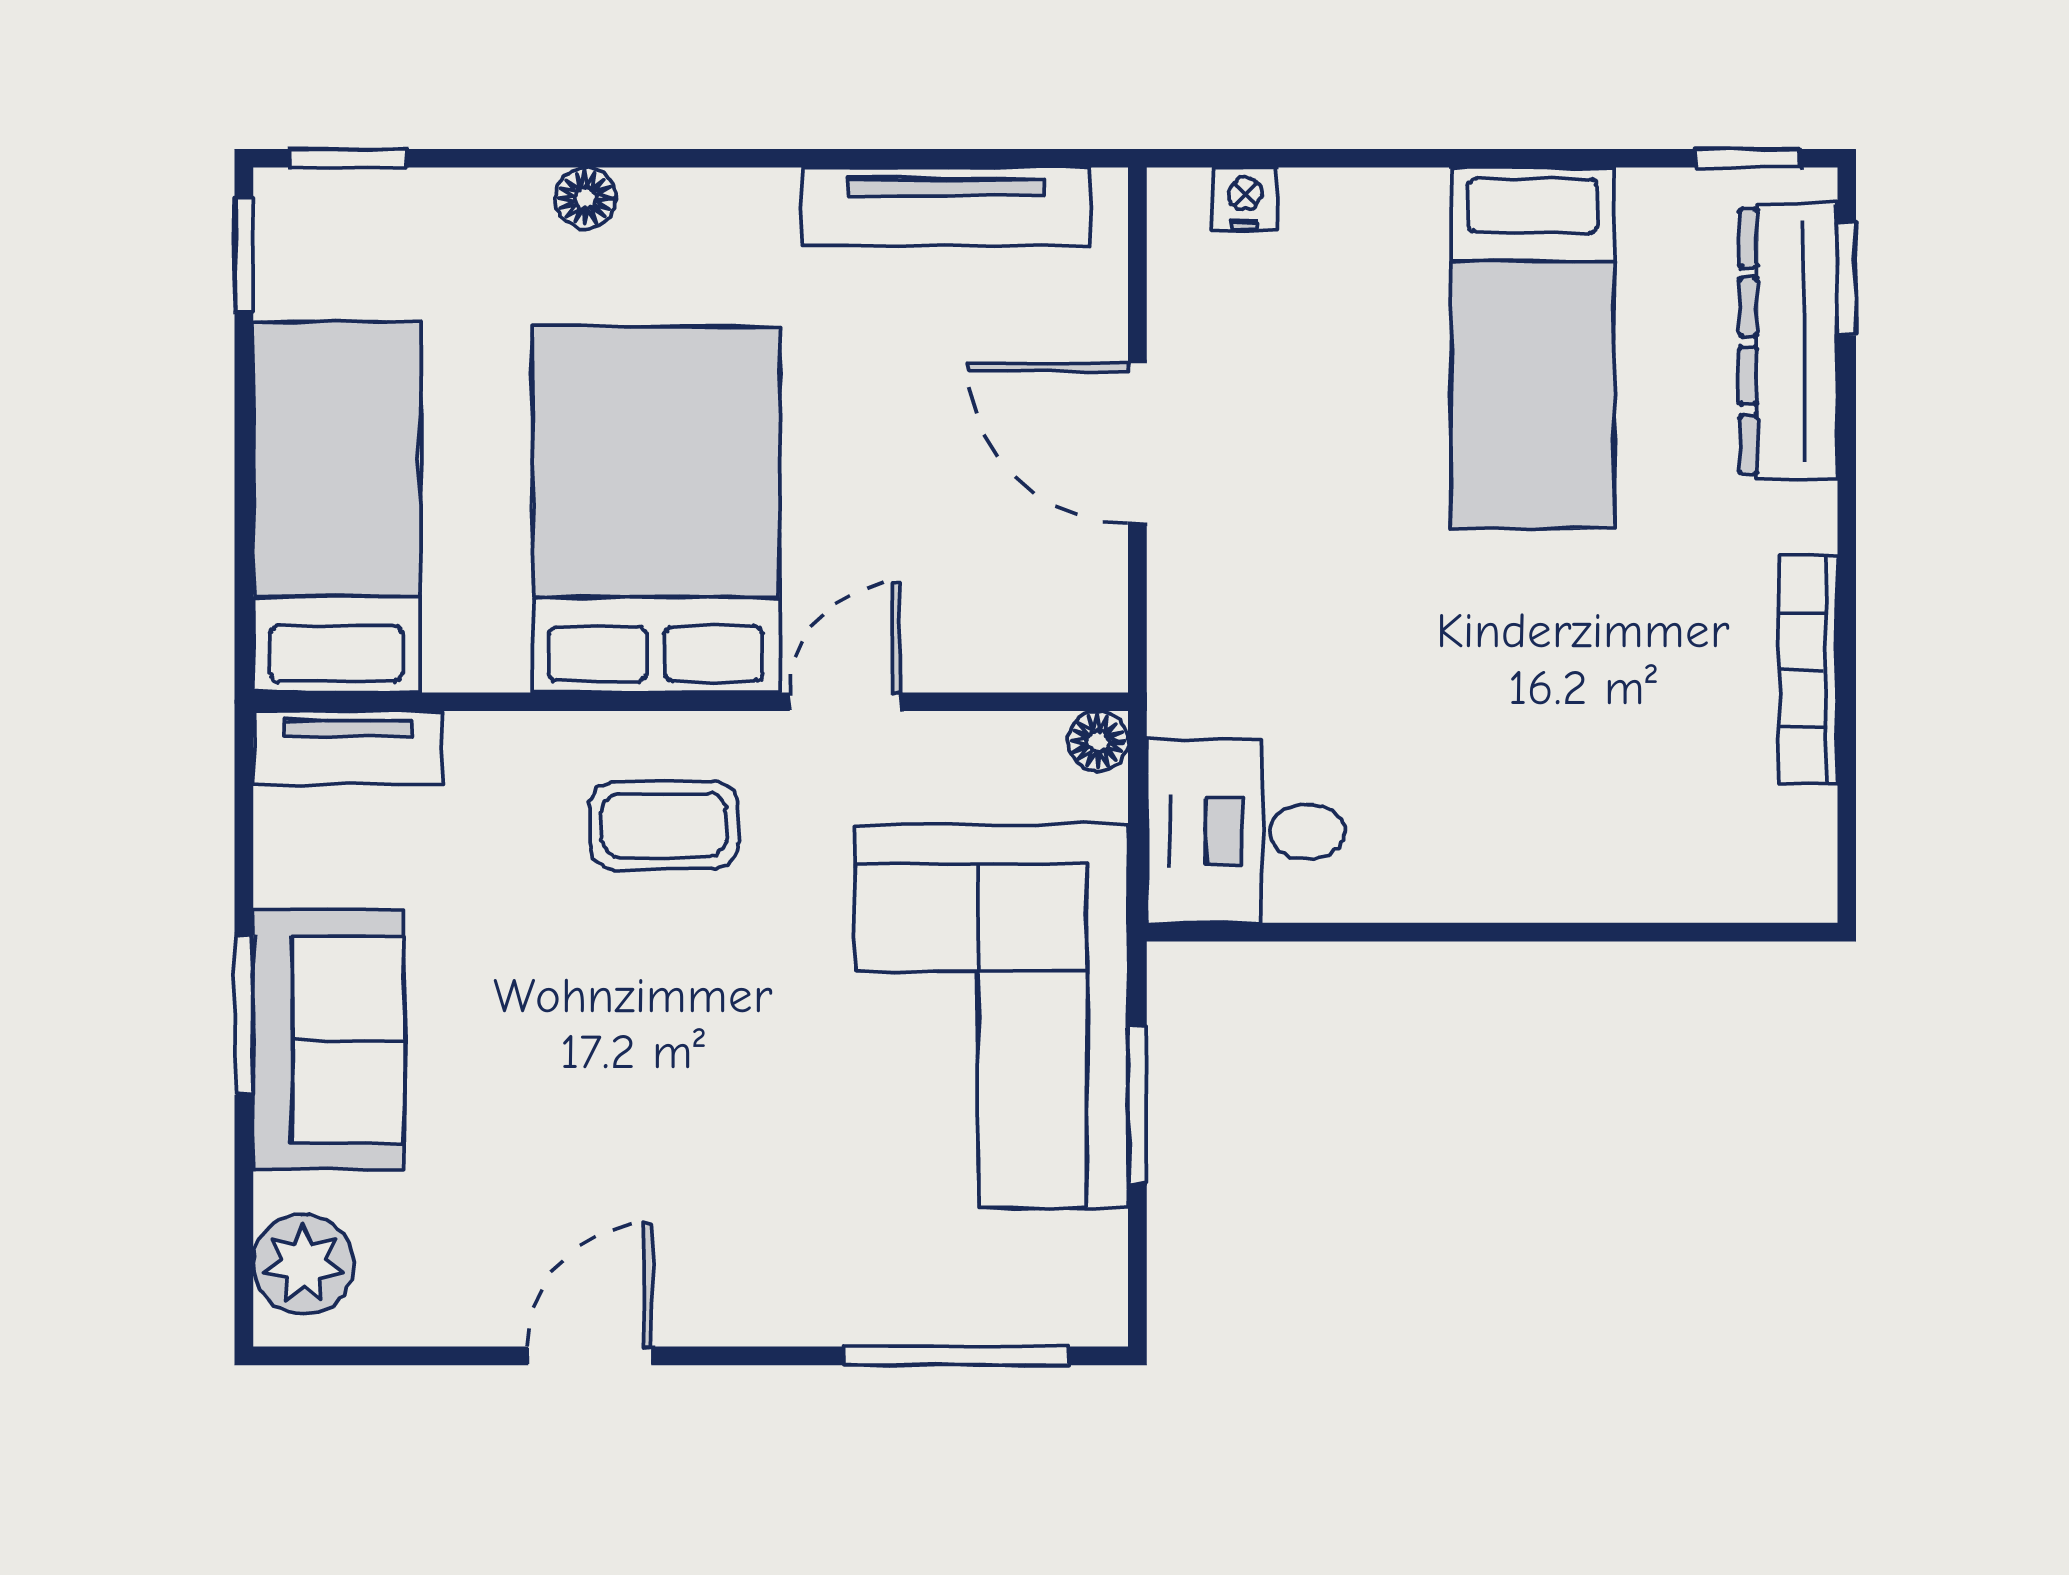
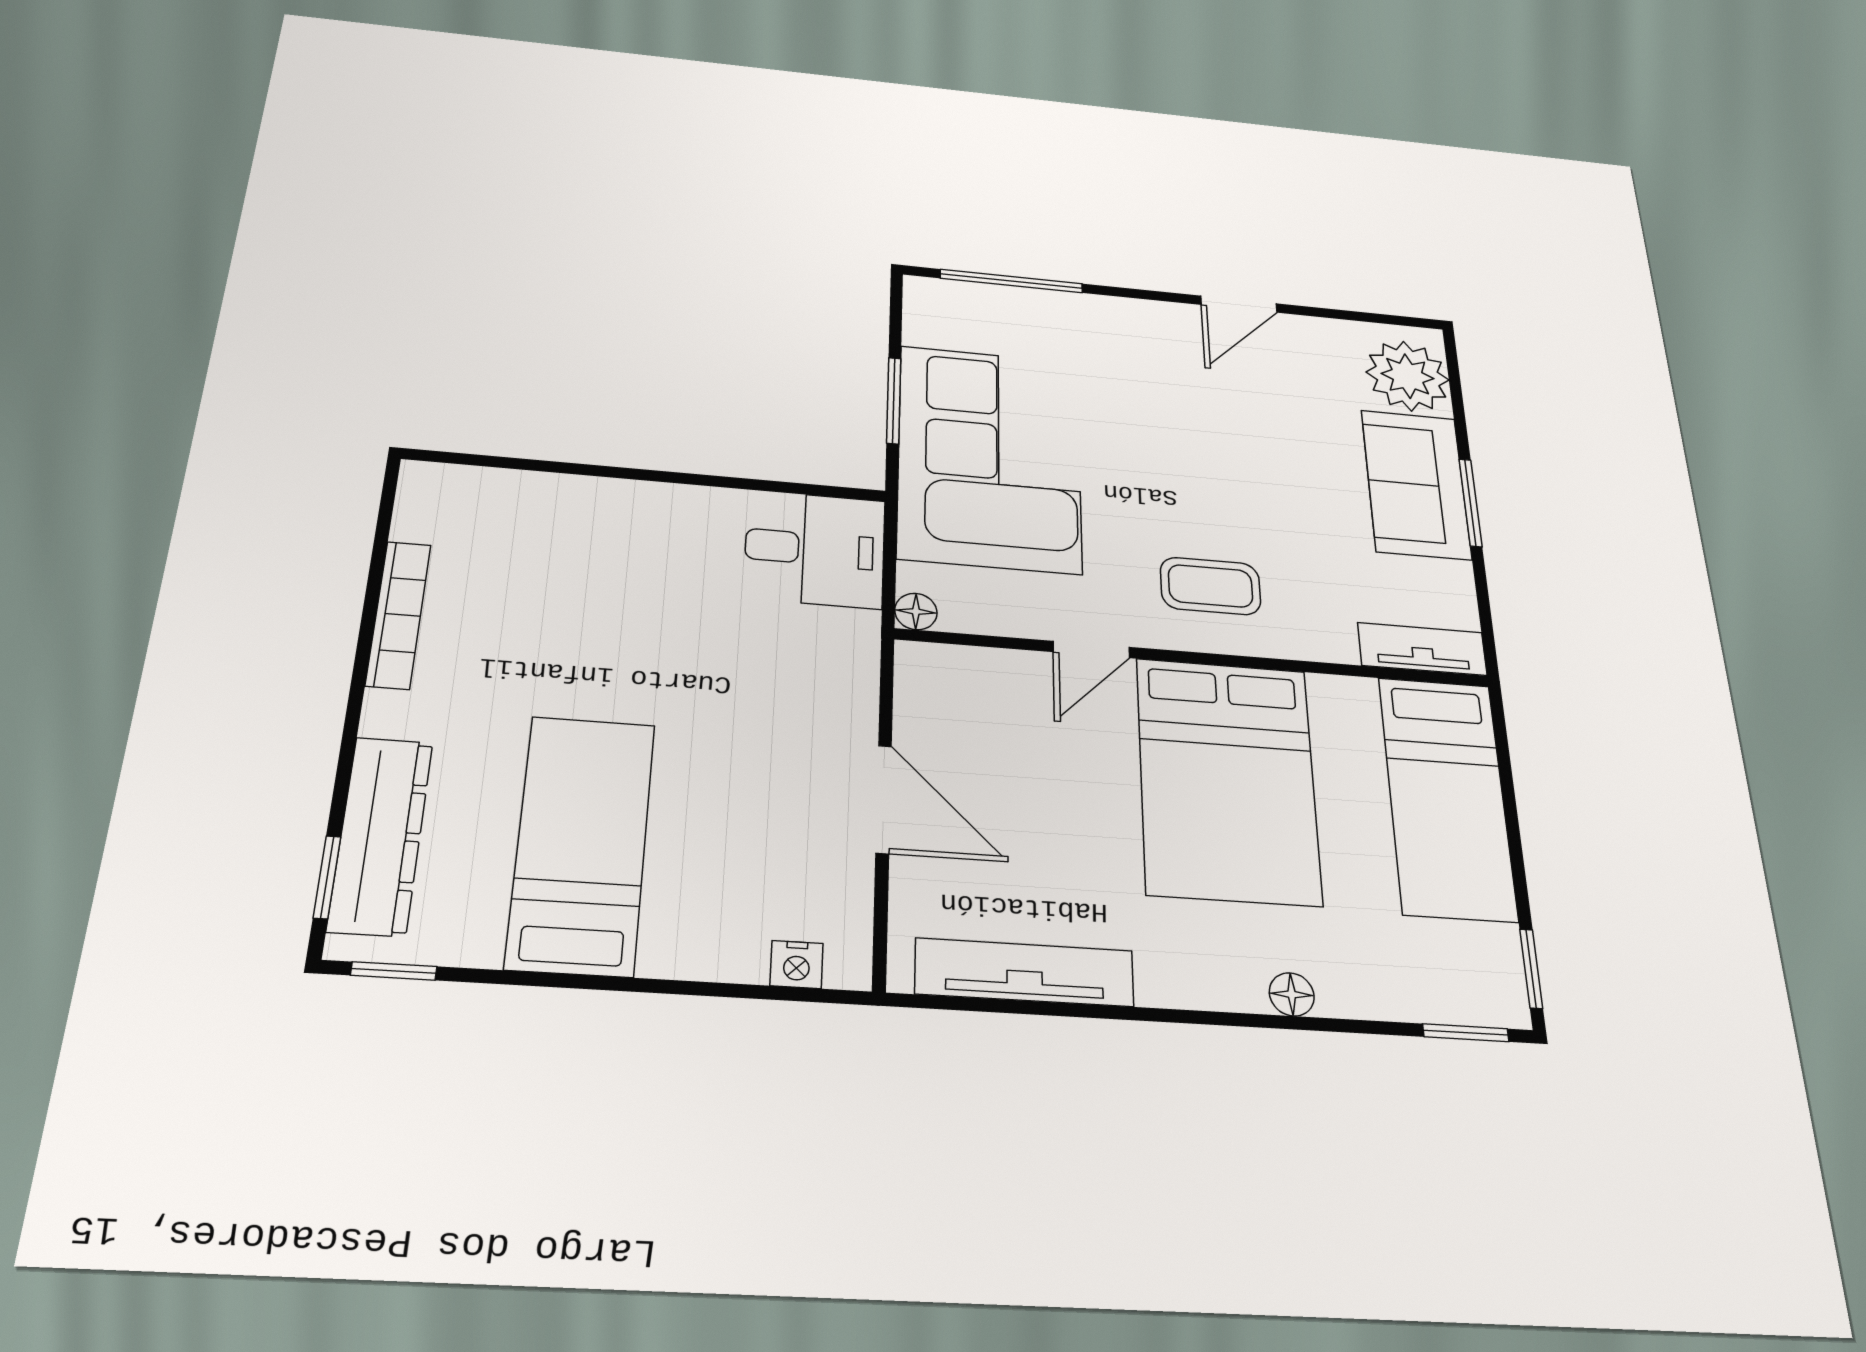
plant: (303, 1264) -> (1408, 376), width x1.36, depth x1.36

